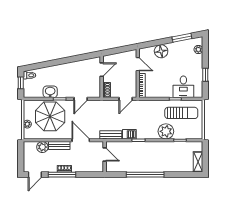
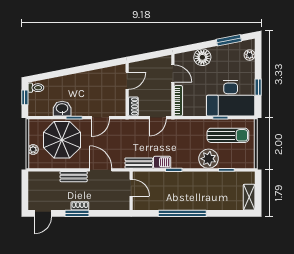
desk: (183, 87) -> (231, 98), width x1.87, depth x1.30
plant: (42, 147) -> (52, 179), removed
window: (62, 175) -> (77, 213), width x0.69

